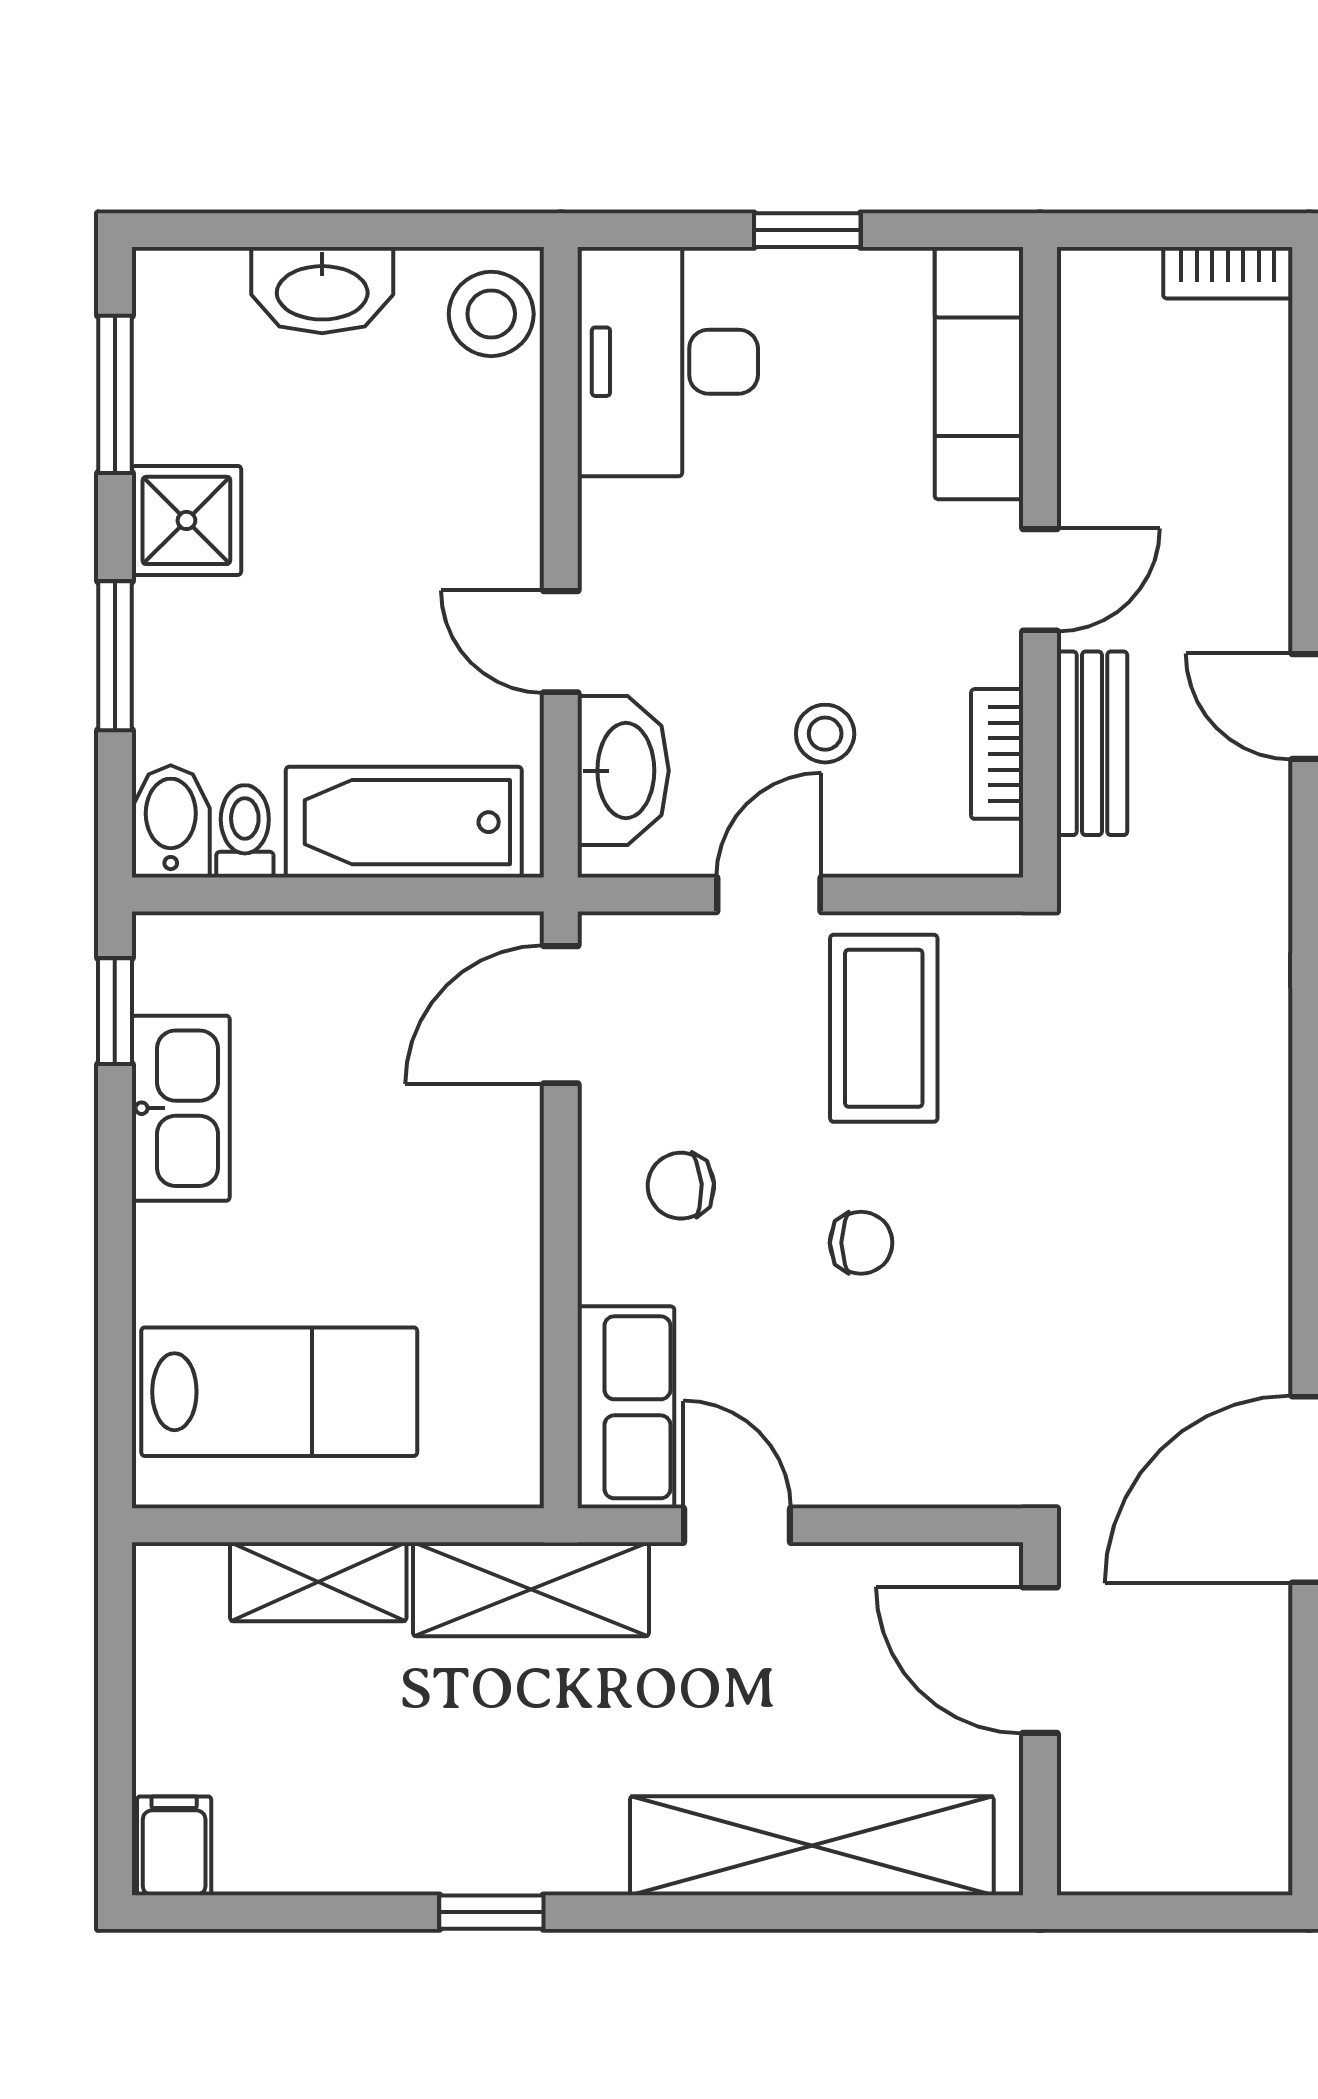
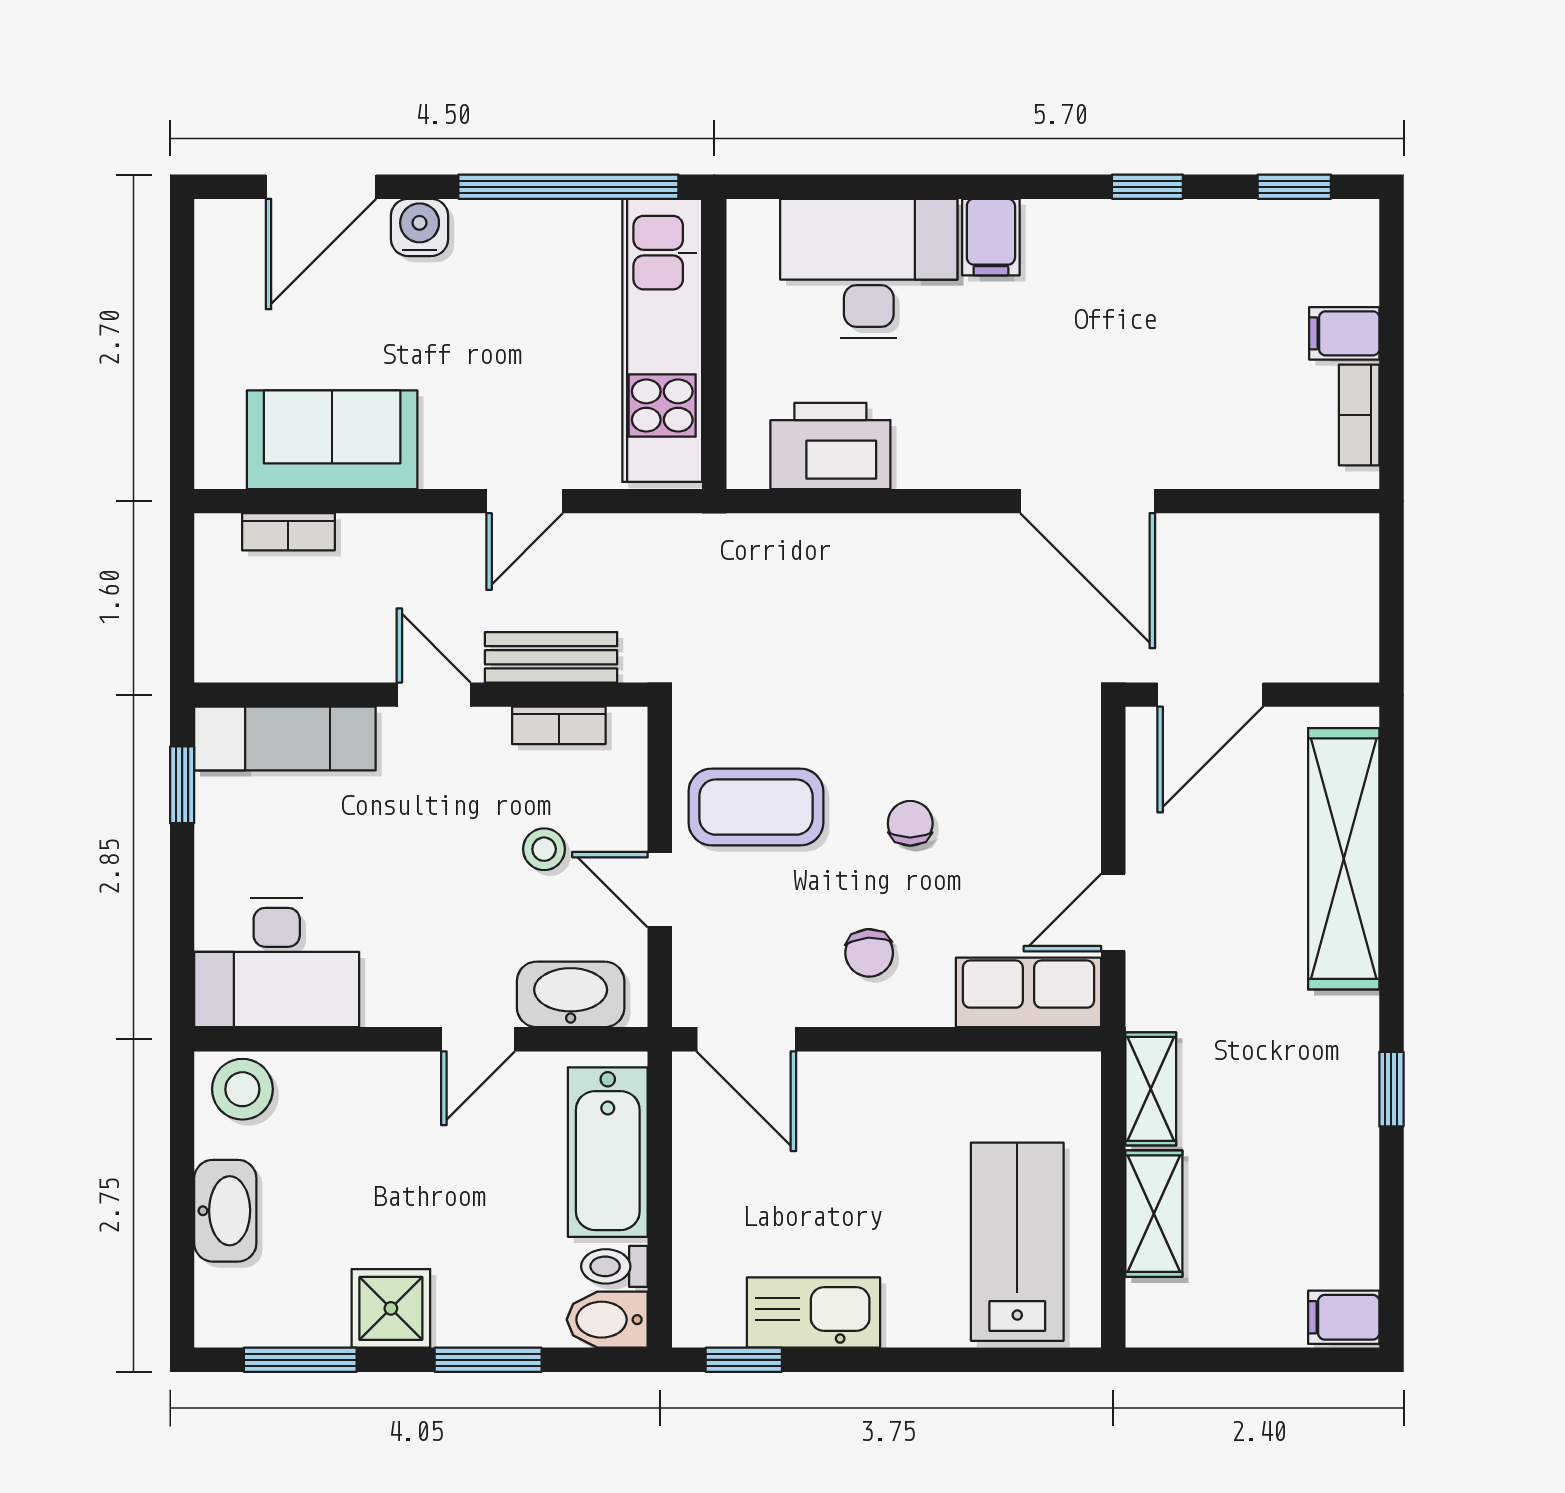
window: (807, 230) -> (182, 785), moved
bookcase: (1228, 273) -> (288, 532), moved, turned 90
shelving: (531, 1589) -> (1151, 1089), width x0.67, depth x0.75

